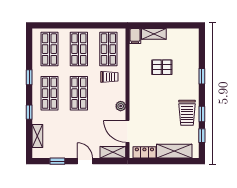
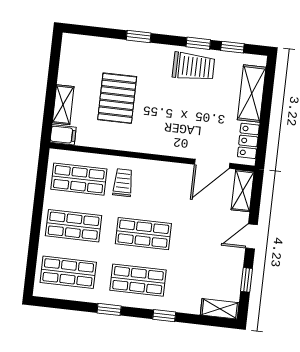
pallet: (162, 67) -> (117, 98), width x1.50, depth x1.42
plant: (121, 106) -> (171, 170), removed
shelving: (37, 136) -> (220, 309), moved

